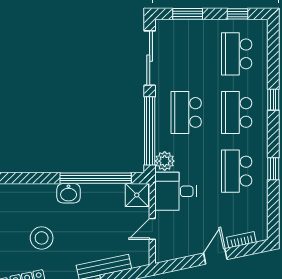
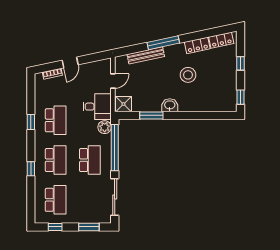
window: (96, 178) -> (151, 115), width x0.47

